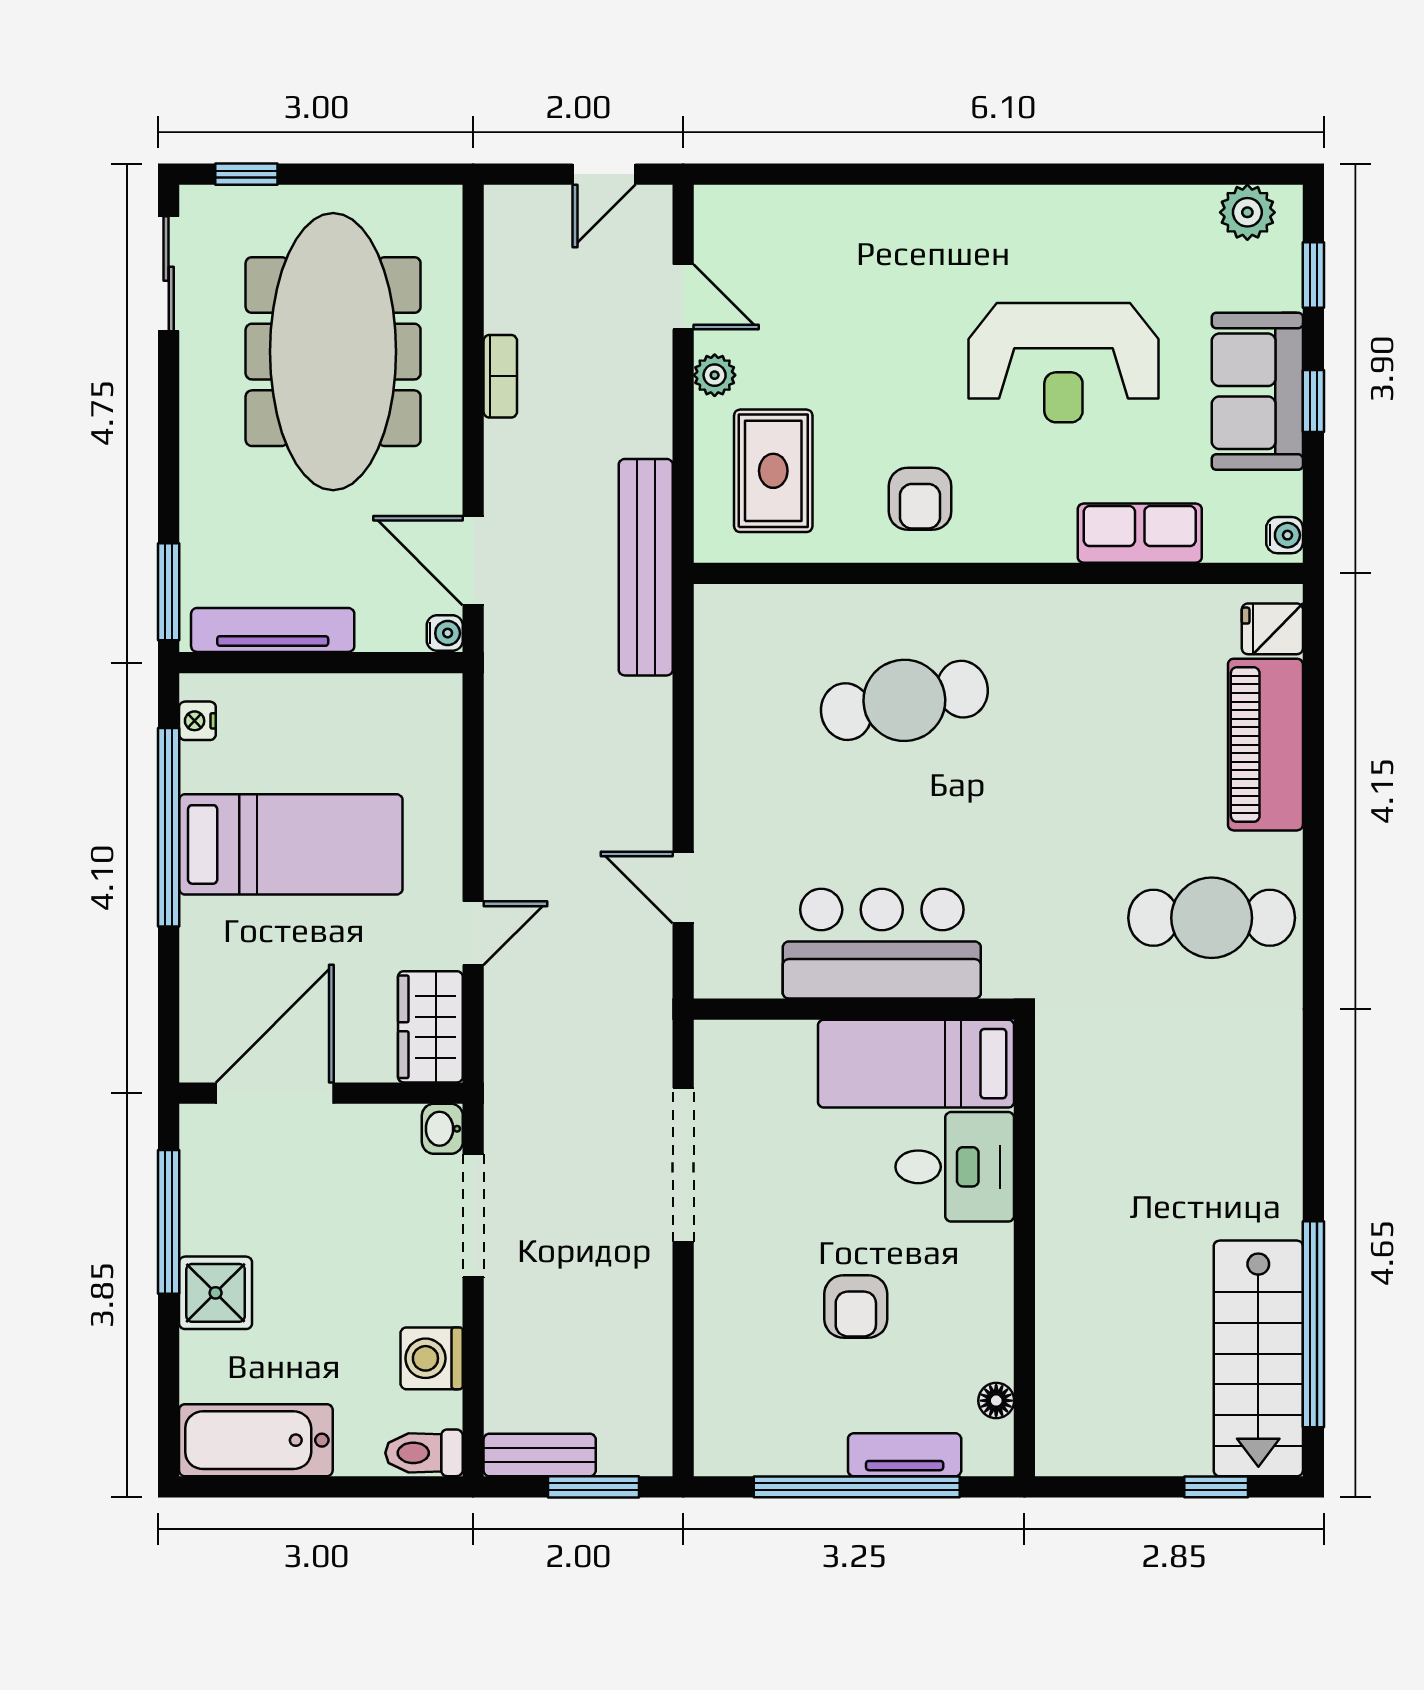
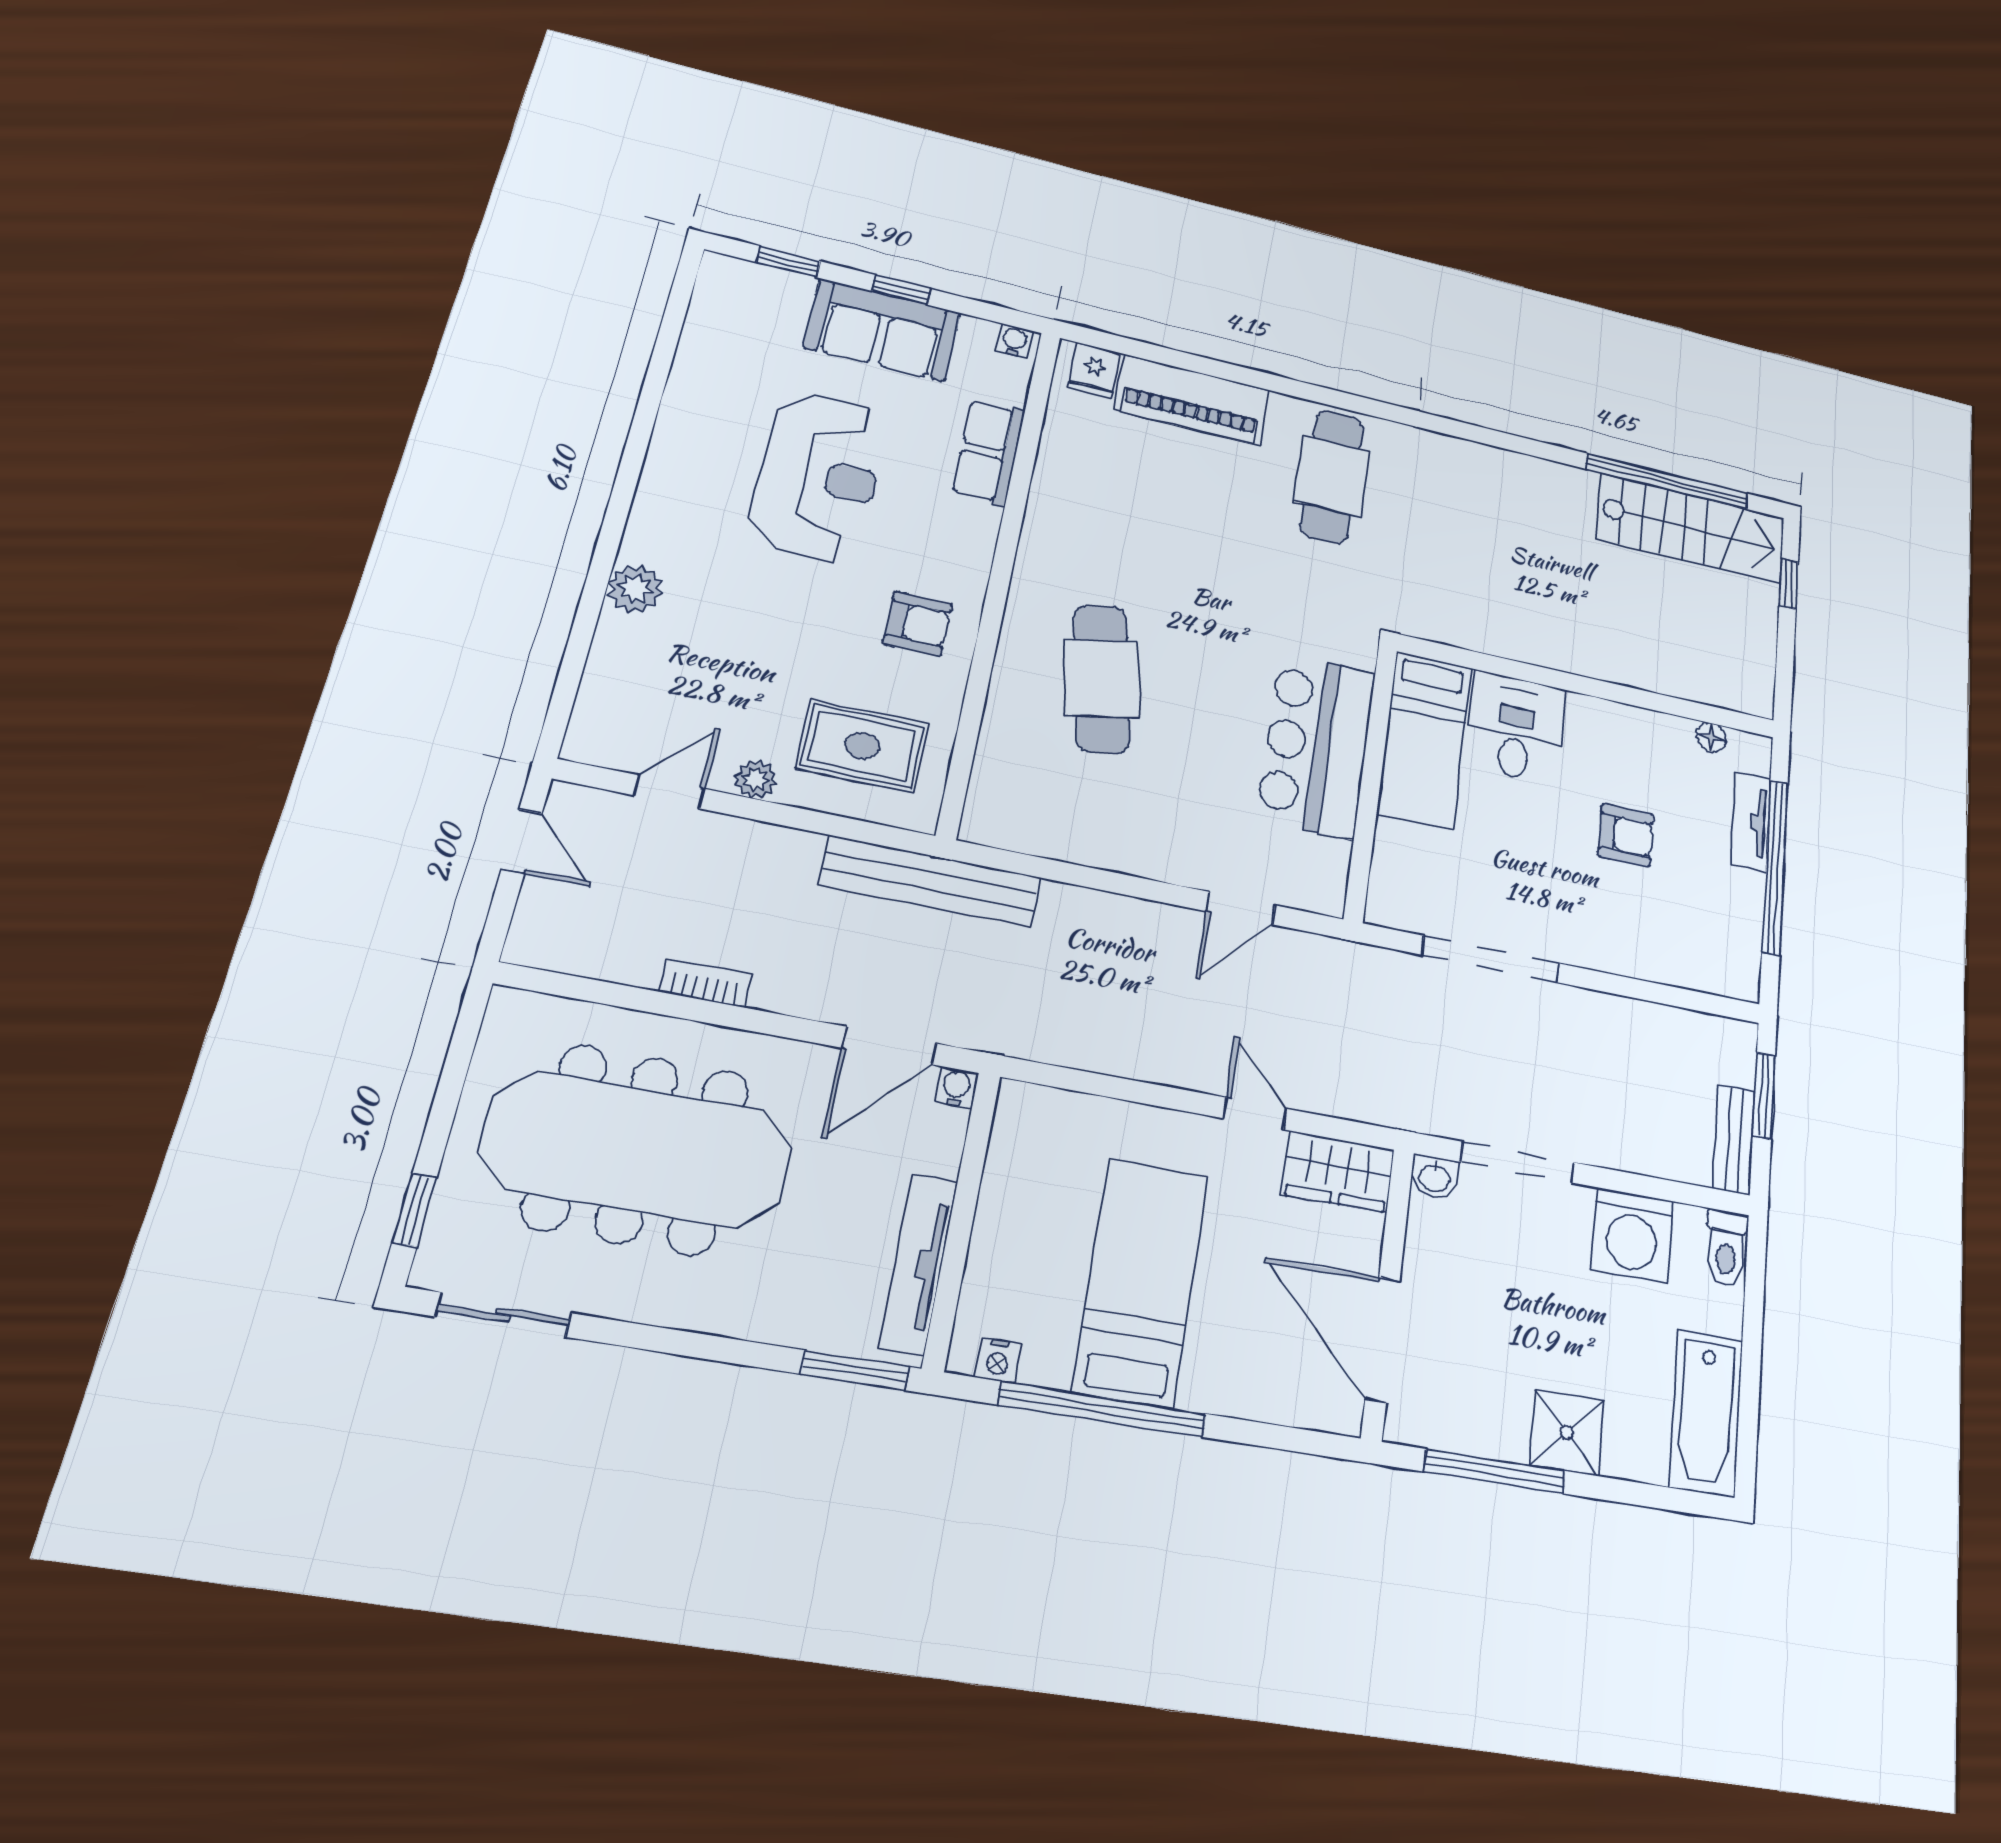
plant: (1247, 212) -> (635, 589), moved
washing machine: (432, 1358) -> (1632, 1235), width x1.37, depth x1.37

